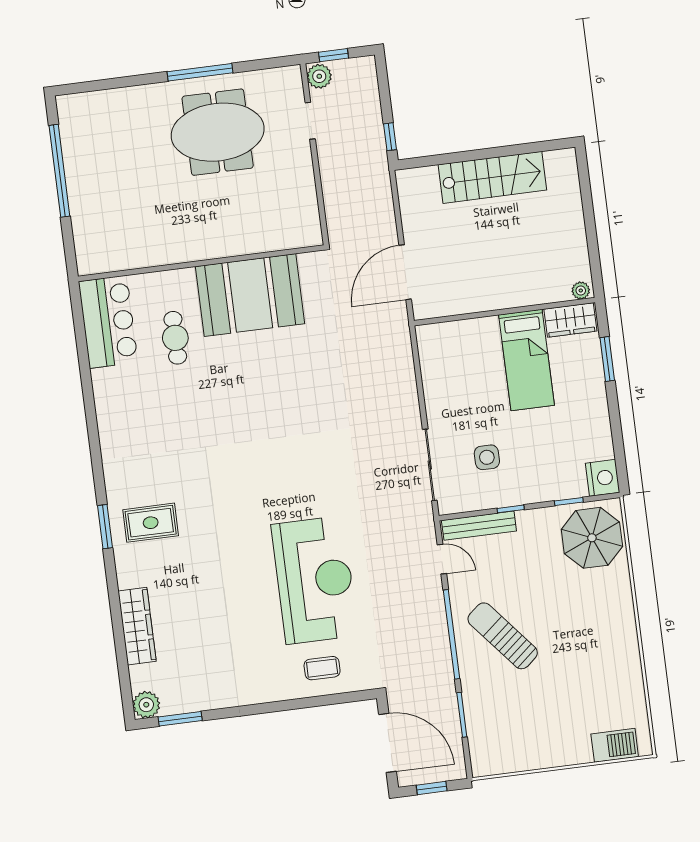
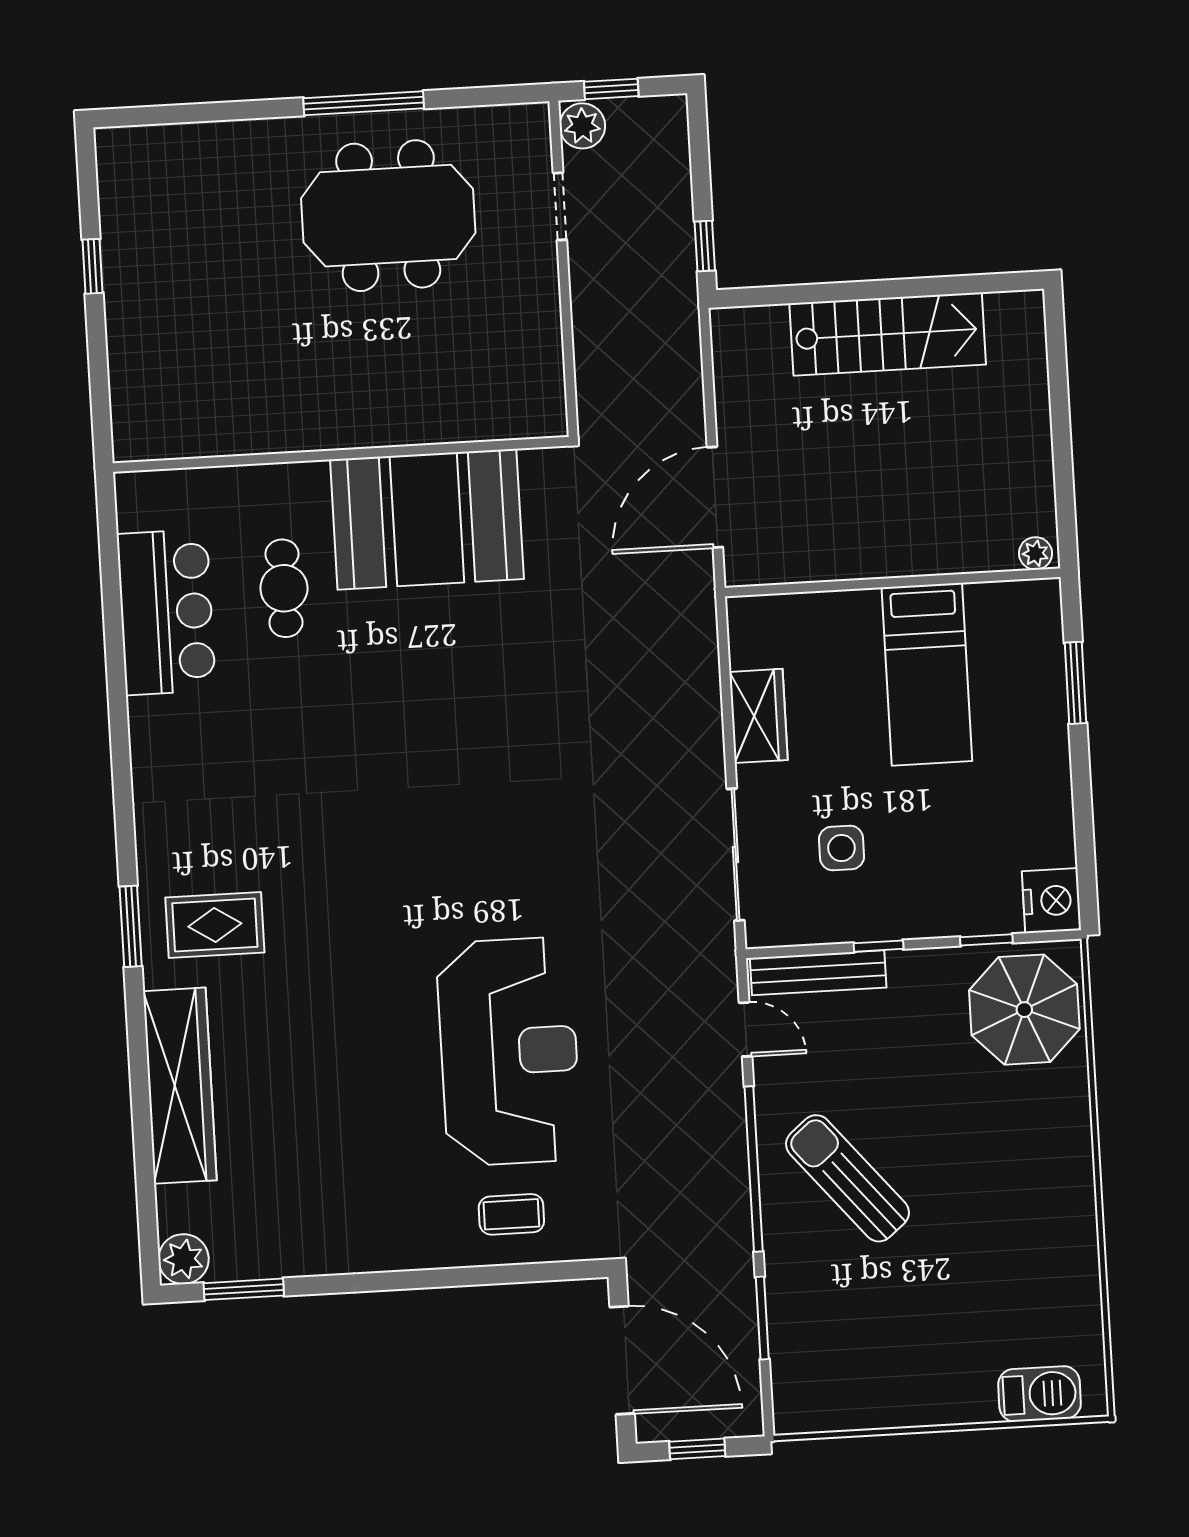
window: (59, 171) -> (93, 266), width x0.32
wardrobe: (570, 320) -> (758, 716), moved, turned -90
bar counter: (108, 322) -> (166, 612), moved
wardrobe: (137, 626) -> (180, 1086), width x1.40, depth x1.17

